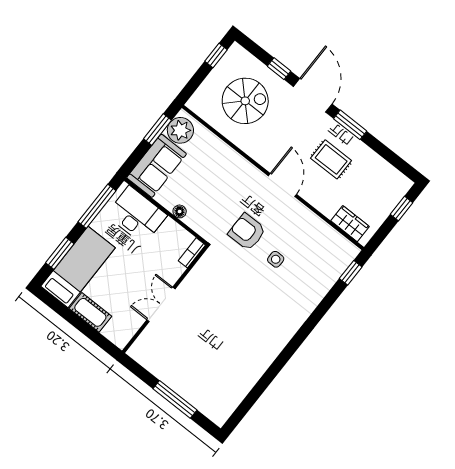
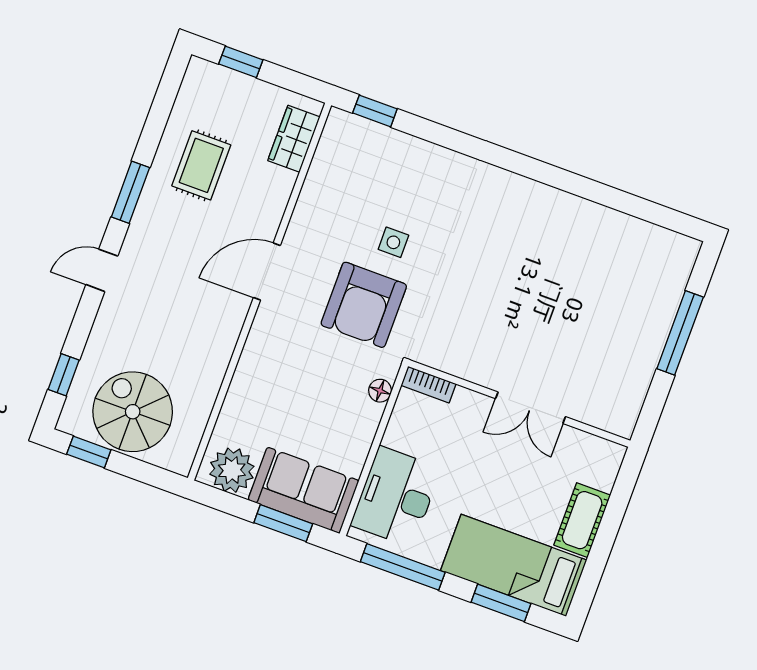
window: (279, 69) -> (64, 375), moved
door: (313, 95) -> (102, 270), width x0.53
spiral stairs: (245, 101) -> (133, 412), moved
window: (158, 129) -> (283, 523), moved
rug: (331, 159) -> (201, 165), moved
floor lamp: (180, 211) -> (380, 391), moved
armchair: (247, 232) -> (364, 305), width x1.36, depth x1.36

